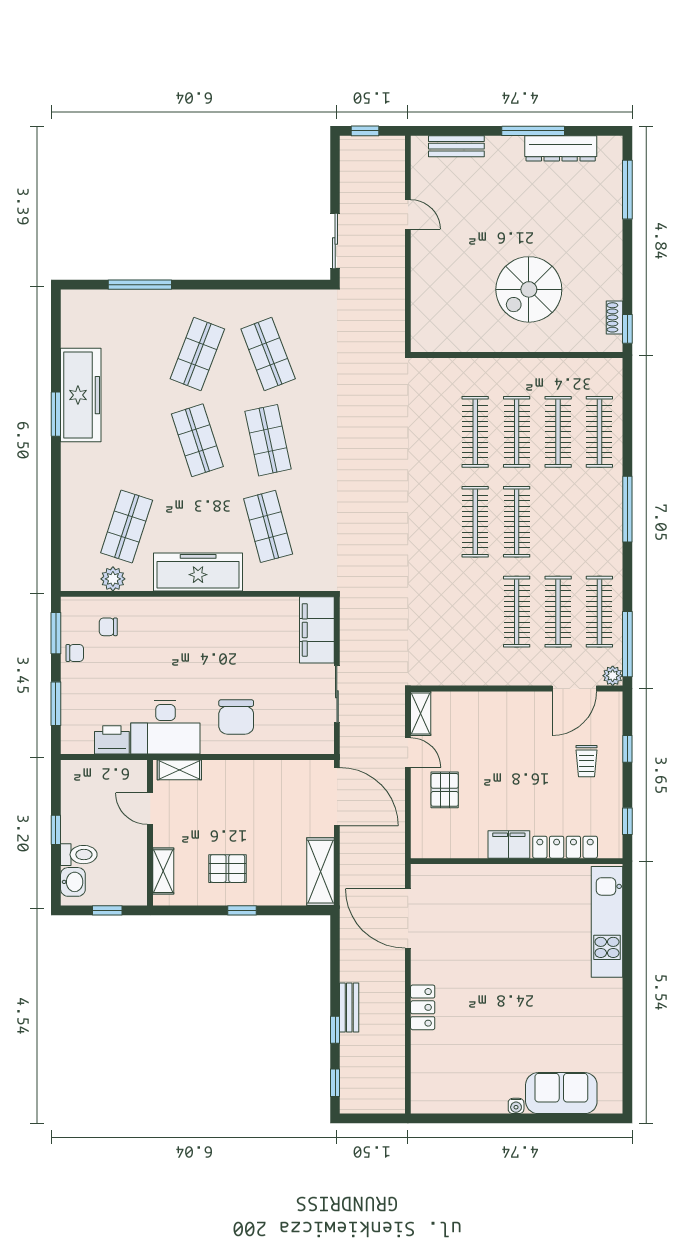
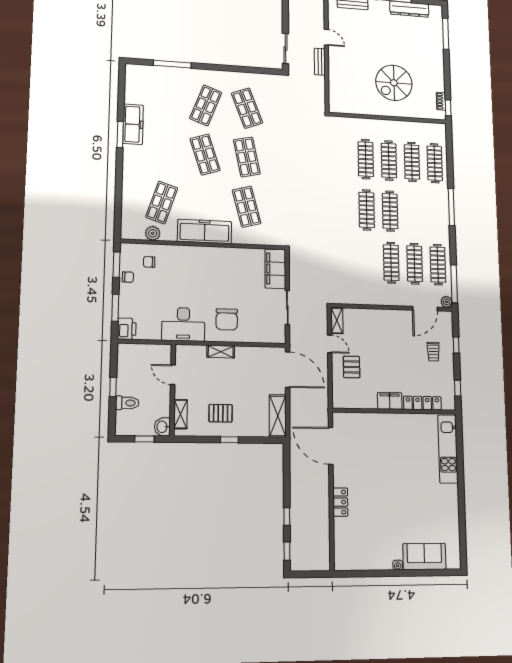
freezer: (81, 395) -> (133, 124), width x0.73, depth x0.79
printer: (112, 740) -> (127, 329), moved, turned 90
shelving: (179, 770) -> (221, 352), moved
washbasin: (73, 882) -> (162, 427), moved, turned 180
bench: (349, 1007) -> (320, 62), moved

